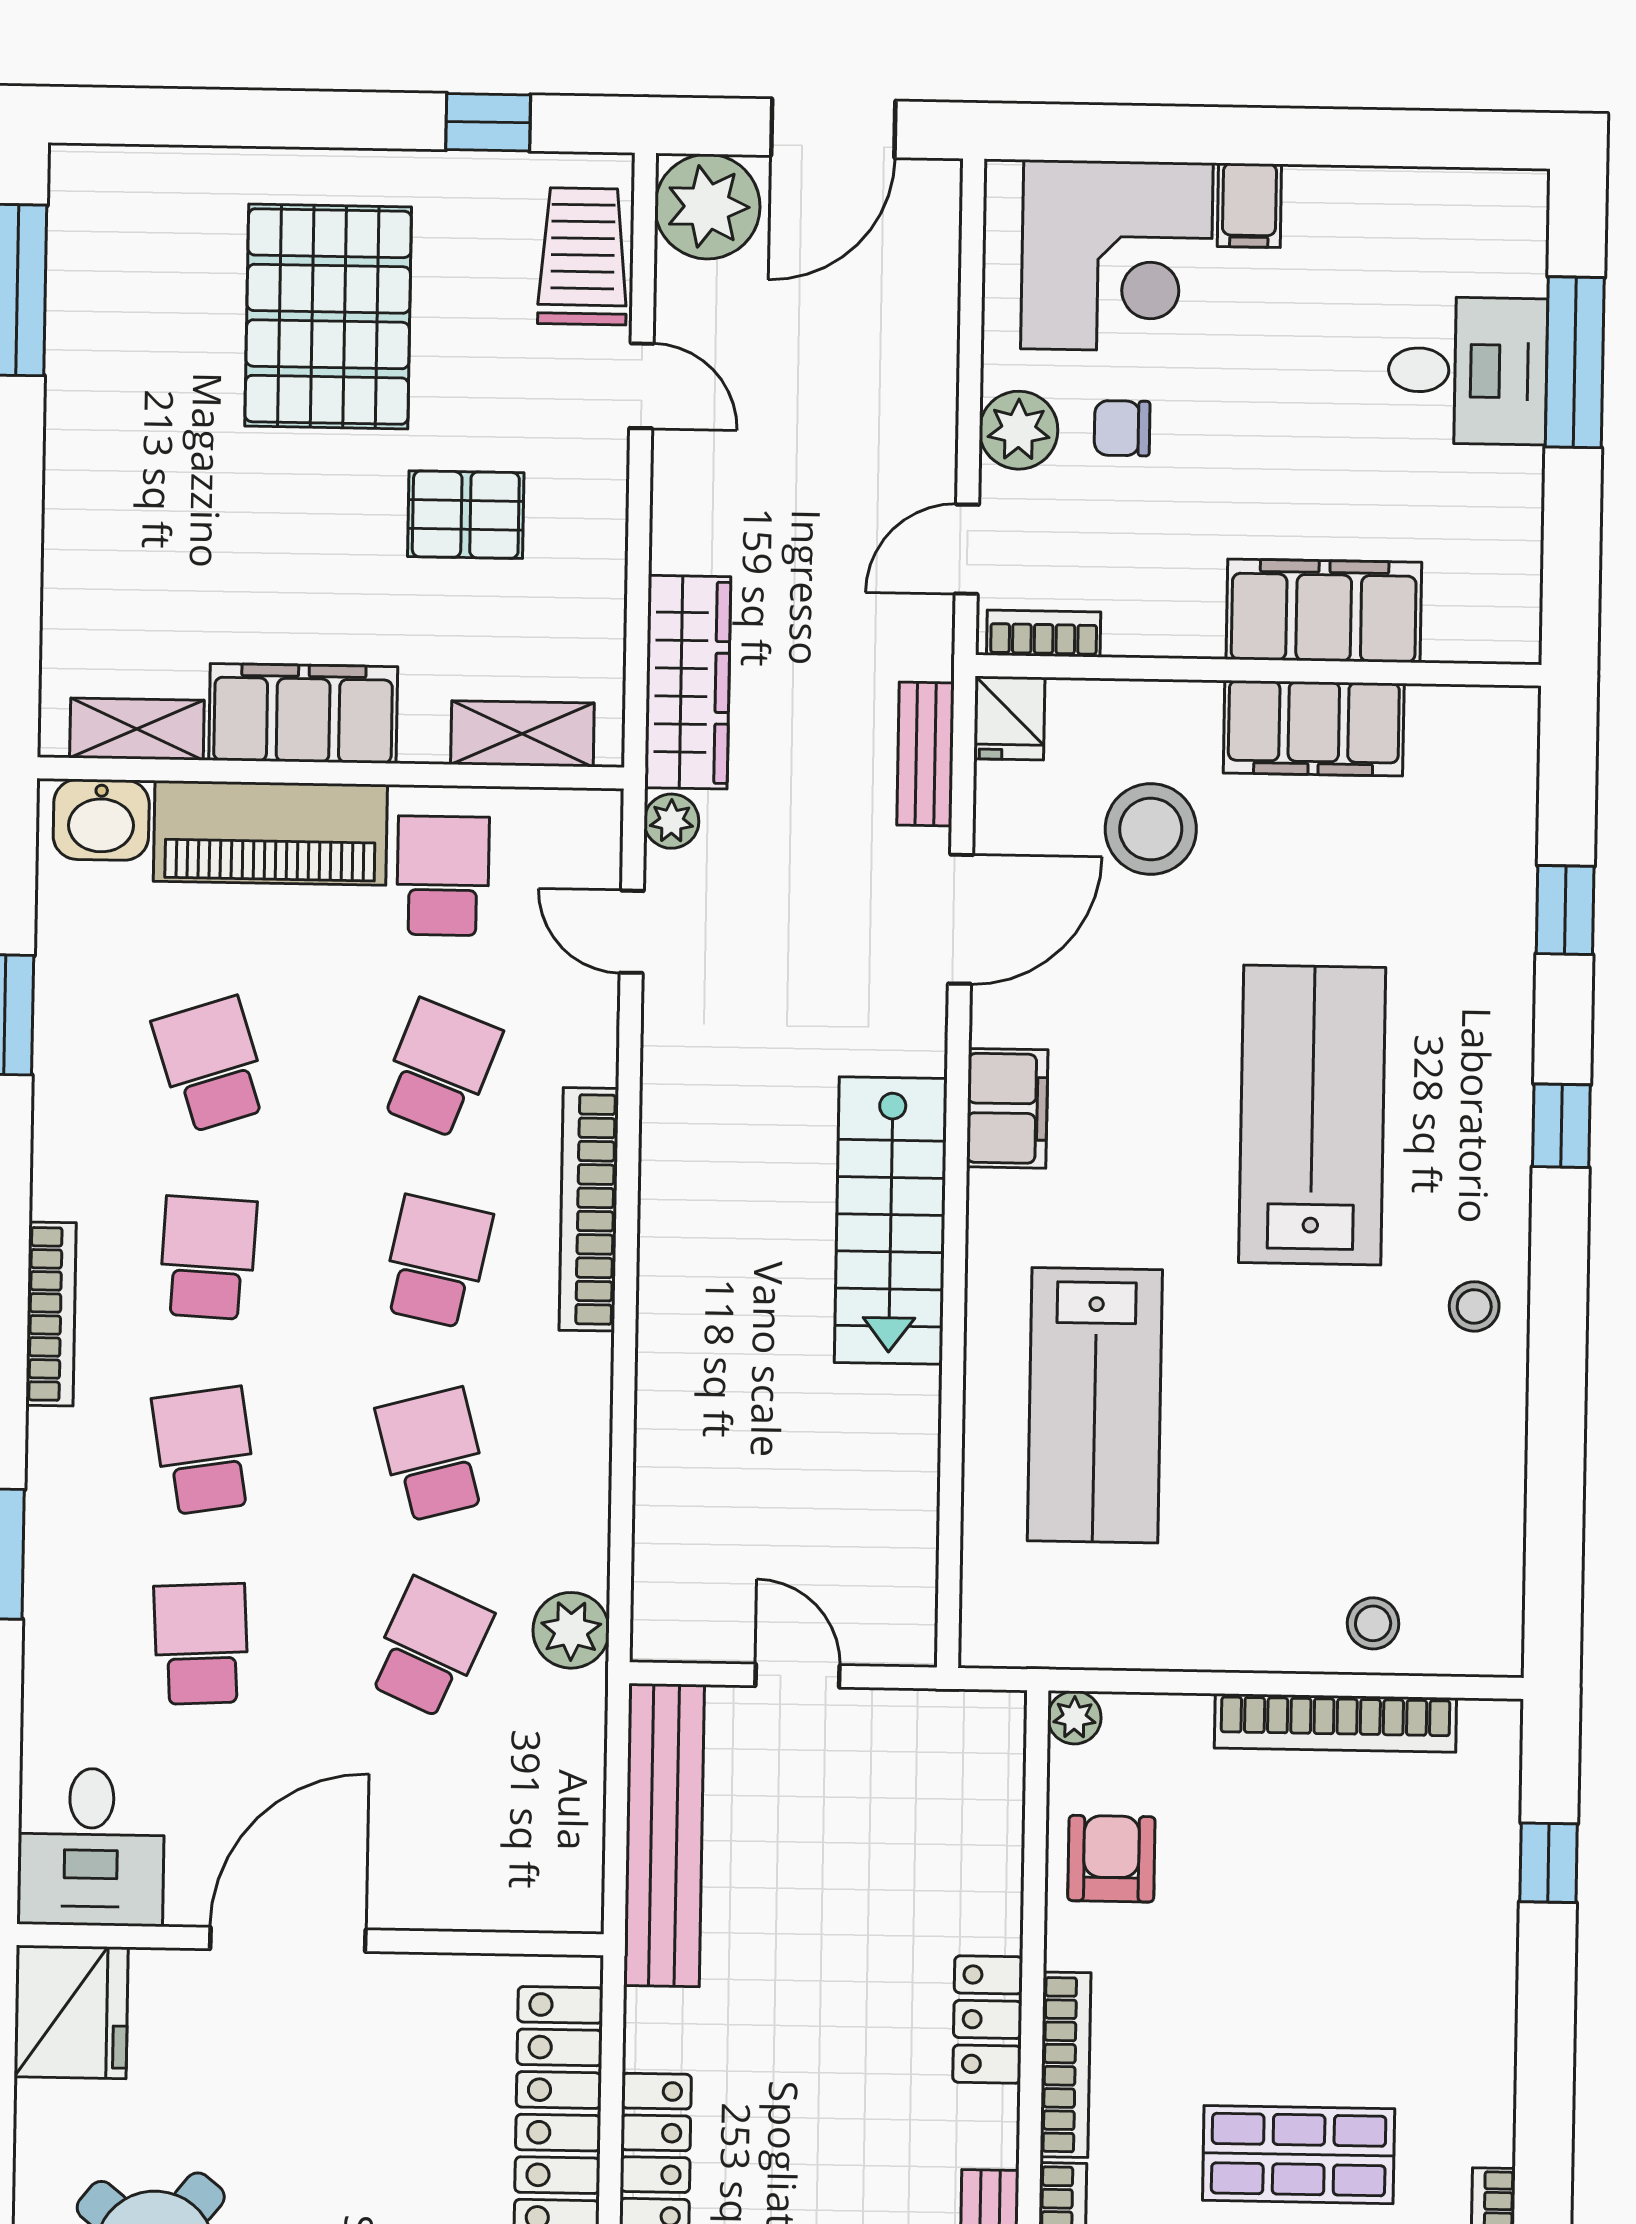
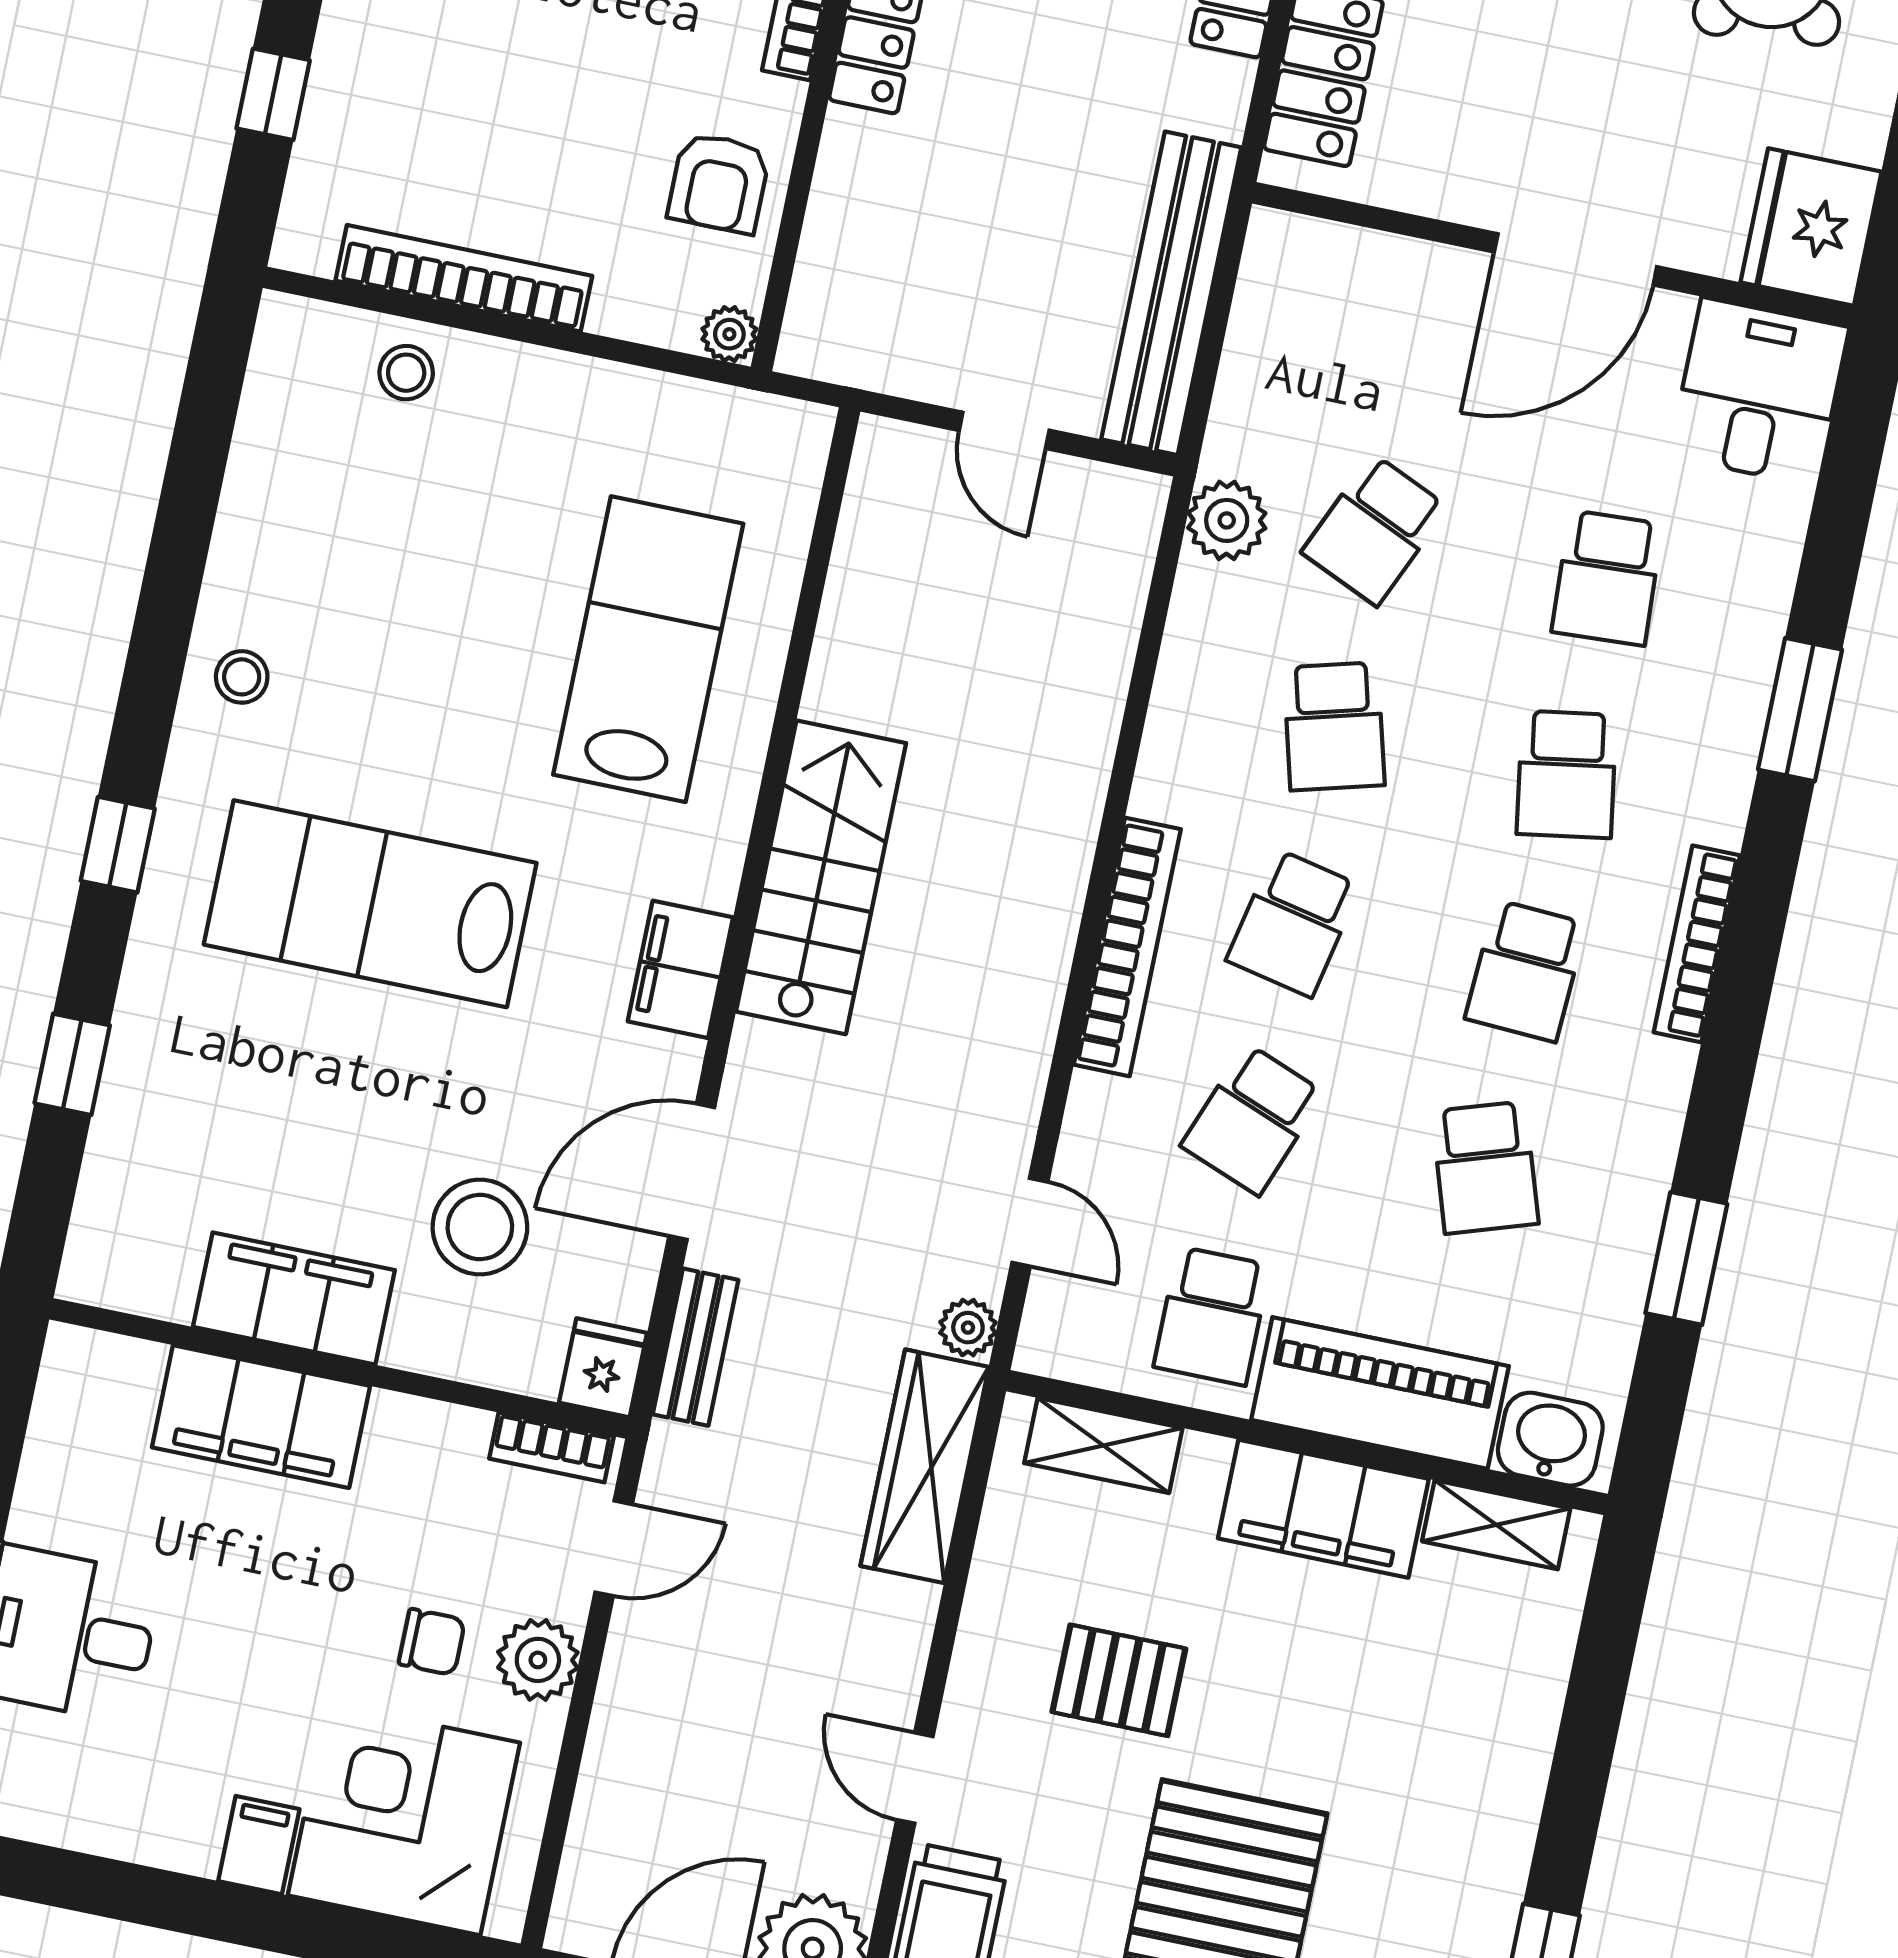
lab bench: (1312, 1115) -> (370, 904), turned 90

